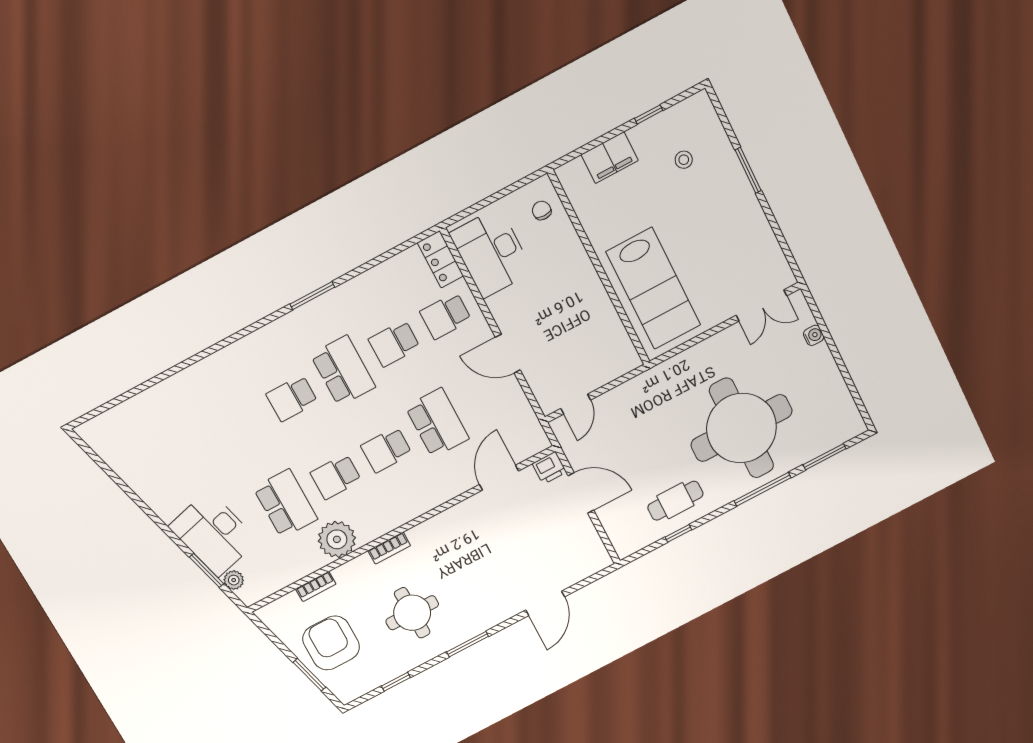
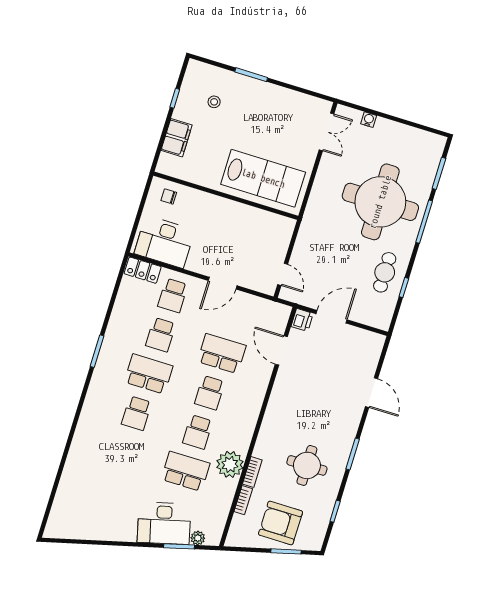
bookcase: (389, 548) -> (252, 472), moved

